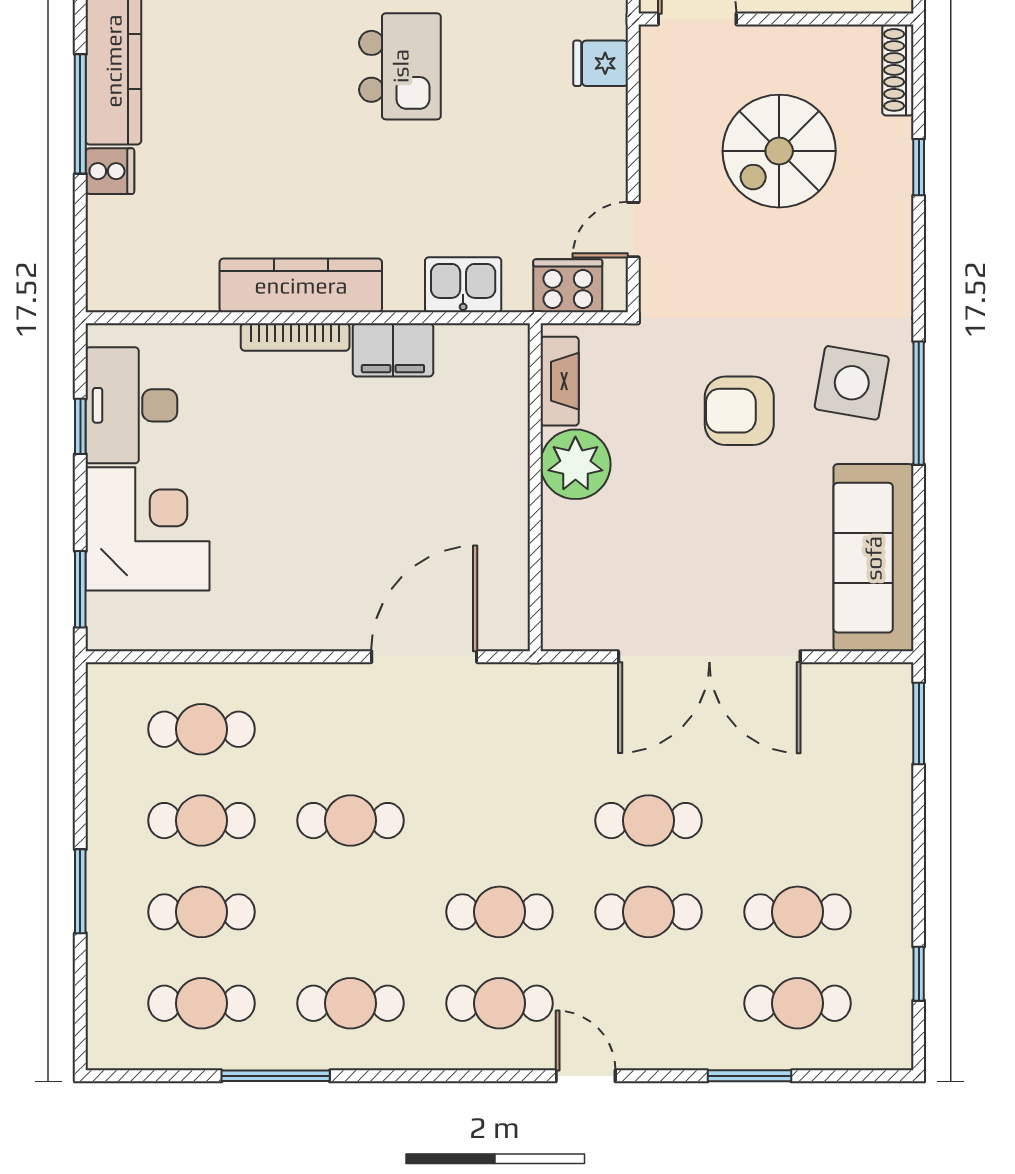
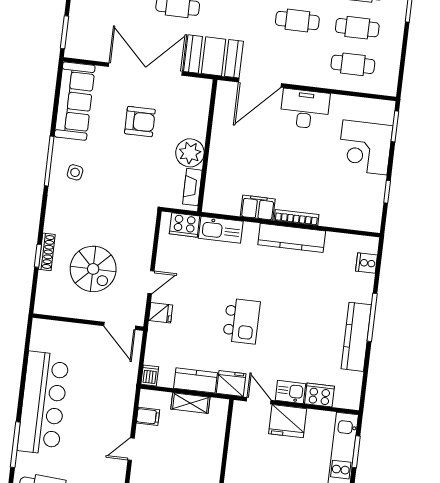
kitchen island: (400, 66) -> (241, 321), turned 180
shoe rack: (898, 70) -> (47, 252), moved
spiral stairs: (779, 151) -> (93, 269), turned 90
cooker: (110, 171) -> (367, 263), moved
door: (633, 230) -> (151, 282), moved
kitchen sink: (463, 285) -> (221, 230), width x1.38
side table: (852, 383) -> (75, 172), width x0.54, depth x0.54
desk: (131, 405) -> (305, 109), moved, turned -90
armchair: (739, 411) -> (140, 122), moved
booth: (546, 708) -> (214, 56), added

